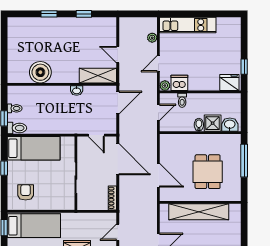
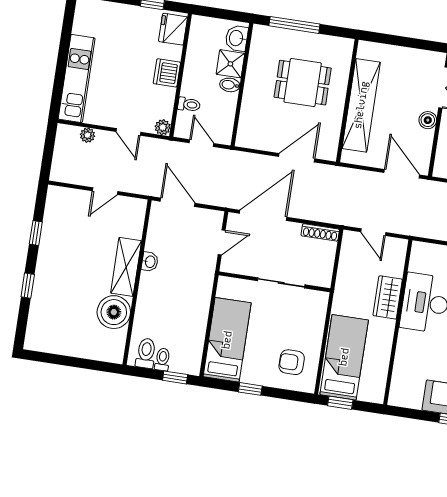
shelving: (98, 76) -> (126, 267), moved
dishwasher: (179, 83) -> (167, 73), moved
toilet: (17, 128) -> (146, 353), moved

